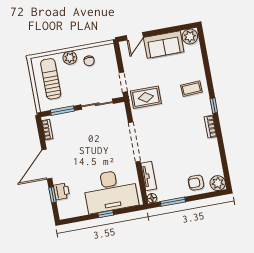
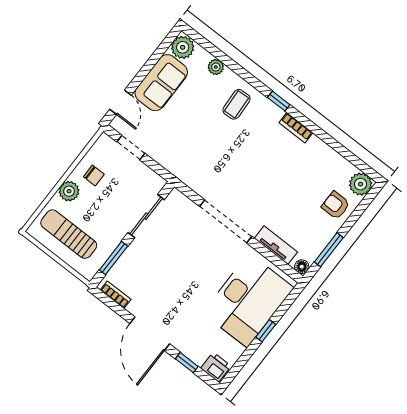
plant: (198, 61) -> (216, 67), added
doorway: (123, 82) -> (131, 148), moved
rug: (146, 97) -> (194, 160), removed
armchair: (196, 183) -> (336, 205), turned 90
printer: (62, 191) -> (216, 367), moved

